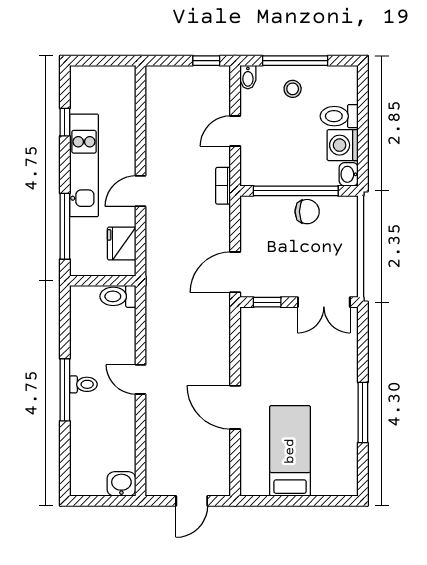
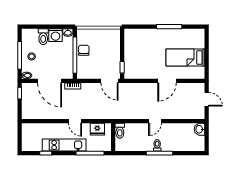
door: (235, 131) -> (49, 81), width x1.88
double door: (324, 302) -> (122, 43), removed

